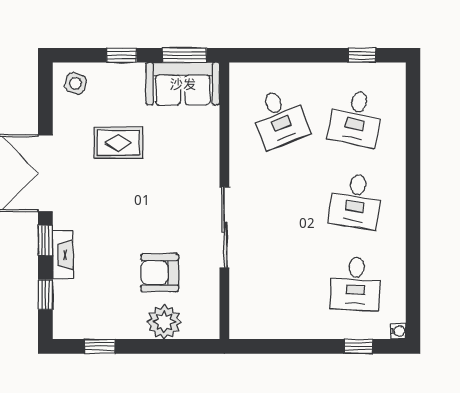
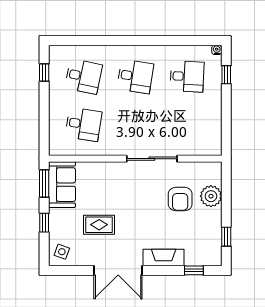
desk: (279, 118) -> (83, 124), turned 30
rug: (118, 143) -> (99, 225), turned 90
window: (45, 241) -> (160, 270), removed
fireplace: (63, 255) -> (164, 258), width x1.37, depth x1.32

